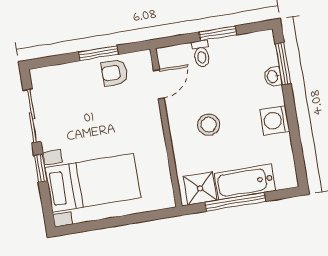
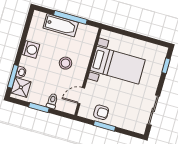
window: (41, 168) -> (166, 66), moved
bed with nightstands: (93, 183) -> (118, 65), moved, turned 180
shower: (200, 188) -> (21, 87), moved

